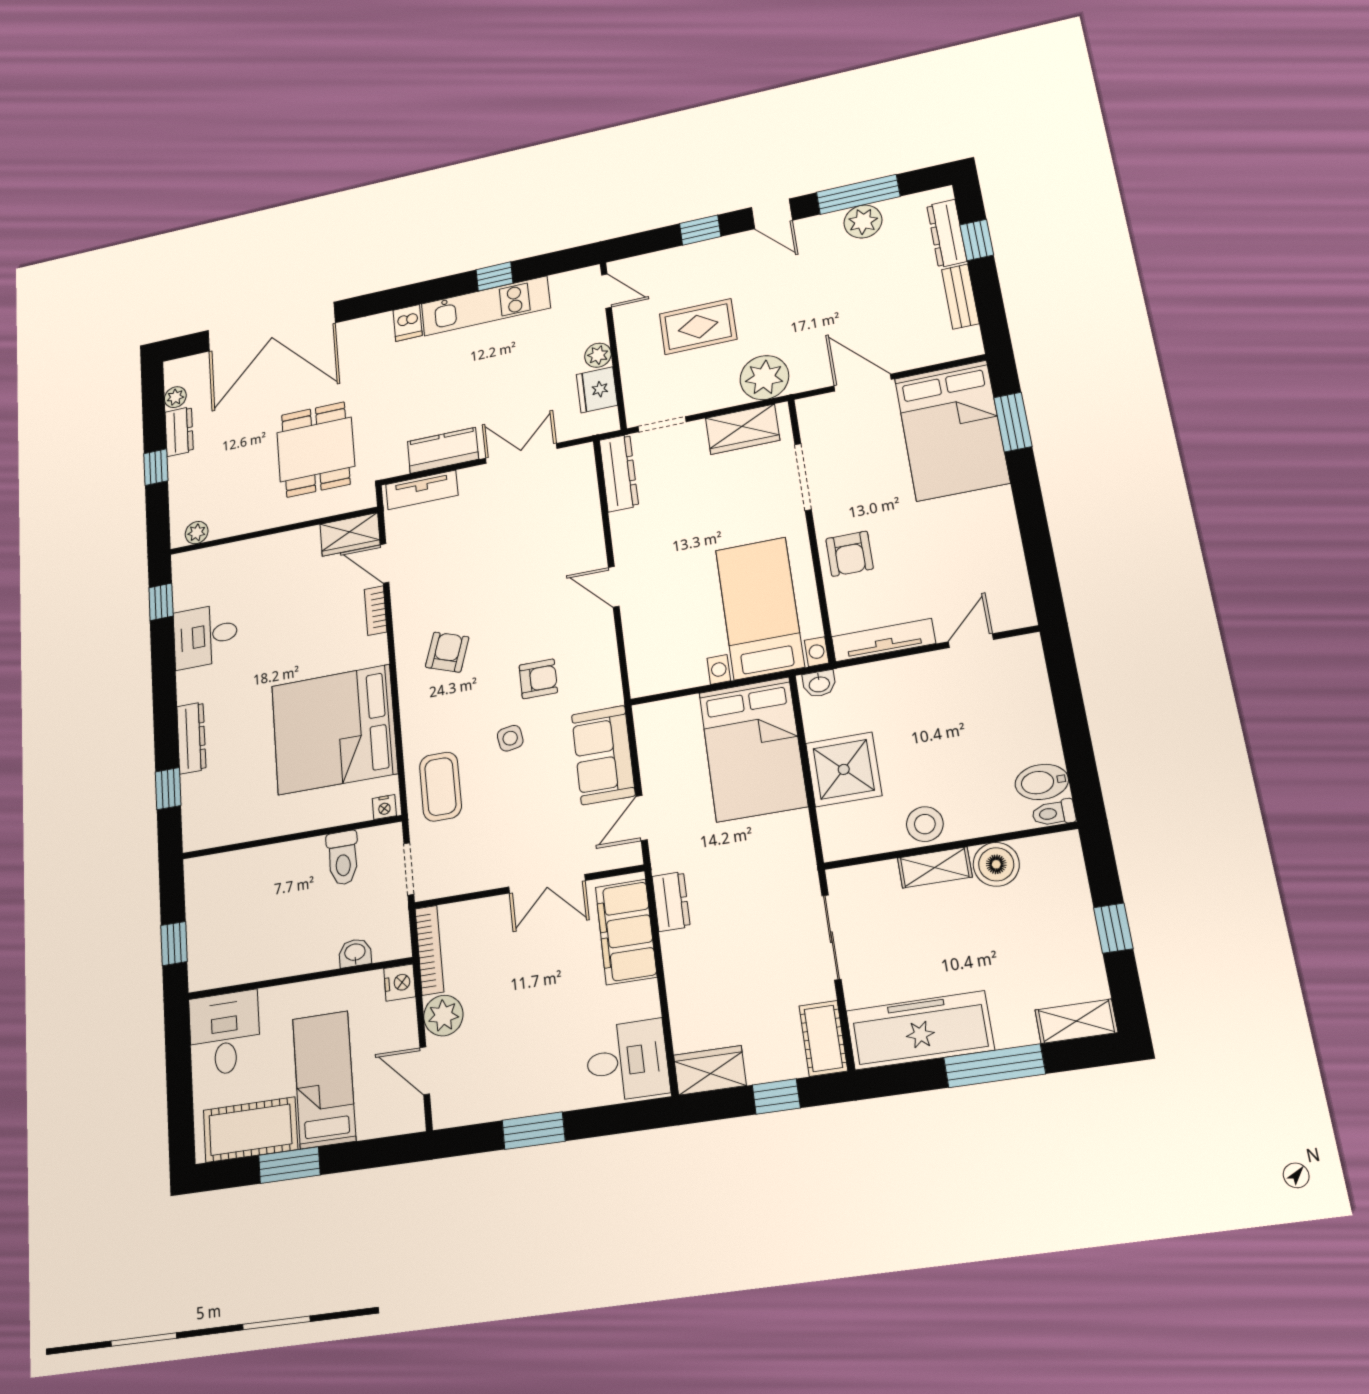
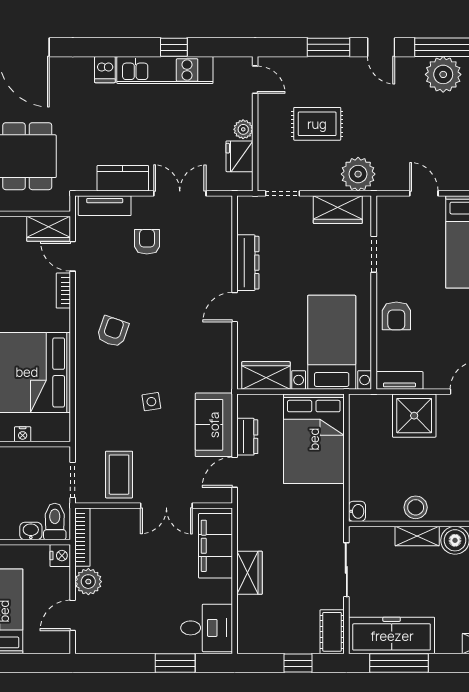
plant: (863, 222) -> (443, 74), width x1.36, depth x1.36
window: (700, 230) -> (328, 47), width x1.50
door: (862, 383) -> (424, 193), width x0.73
dresser: (619, 473) -> (248, 263), moved
doorway: (803, 477) -> (374, 254), width x0.73
door: (614, 587) -> (235, 307), hinge flipped
tv unit: (883, 640) -> (399, 380), width x0.71
wardrobe: (670, 672) -> (266, 375), added
armchair: (538, 679) -> (147, 242), moved, turned -90
washbasin: (819, 684) -> (357, 511), moved, turned -90
shower: (844, 769) -> (414, 416), moved
coffee table: (440, 787) -> (119, 475), moved
nightstand: (384, 807) -> (23, 434), moved
toilet: (343, 858) -> (55, 522), moved, turned 180
dresser: (671, 901) -> (247, 437), moved
window: (994, 1066) -> (399, 663), moved
wardrobe: (710, 1070) -> (249, 573), moved, turned 90
door: (425, 1071) -> (73, 615), hinge flipped
window: (534, 1131) -> (175, 663), moved

